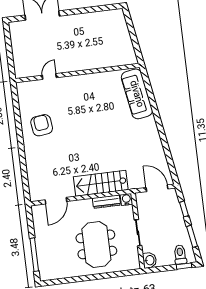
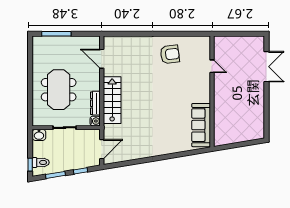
sofa: (137, 94) -> (201, 125), moved, turned -81
meeting table: (96, 244) -> (59, 90), turned 90

